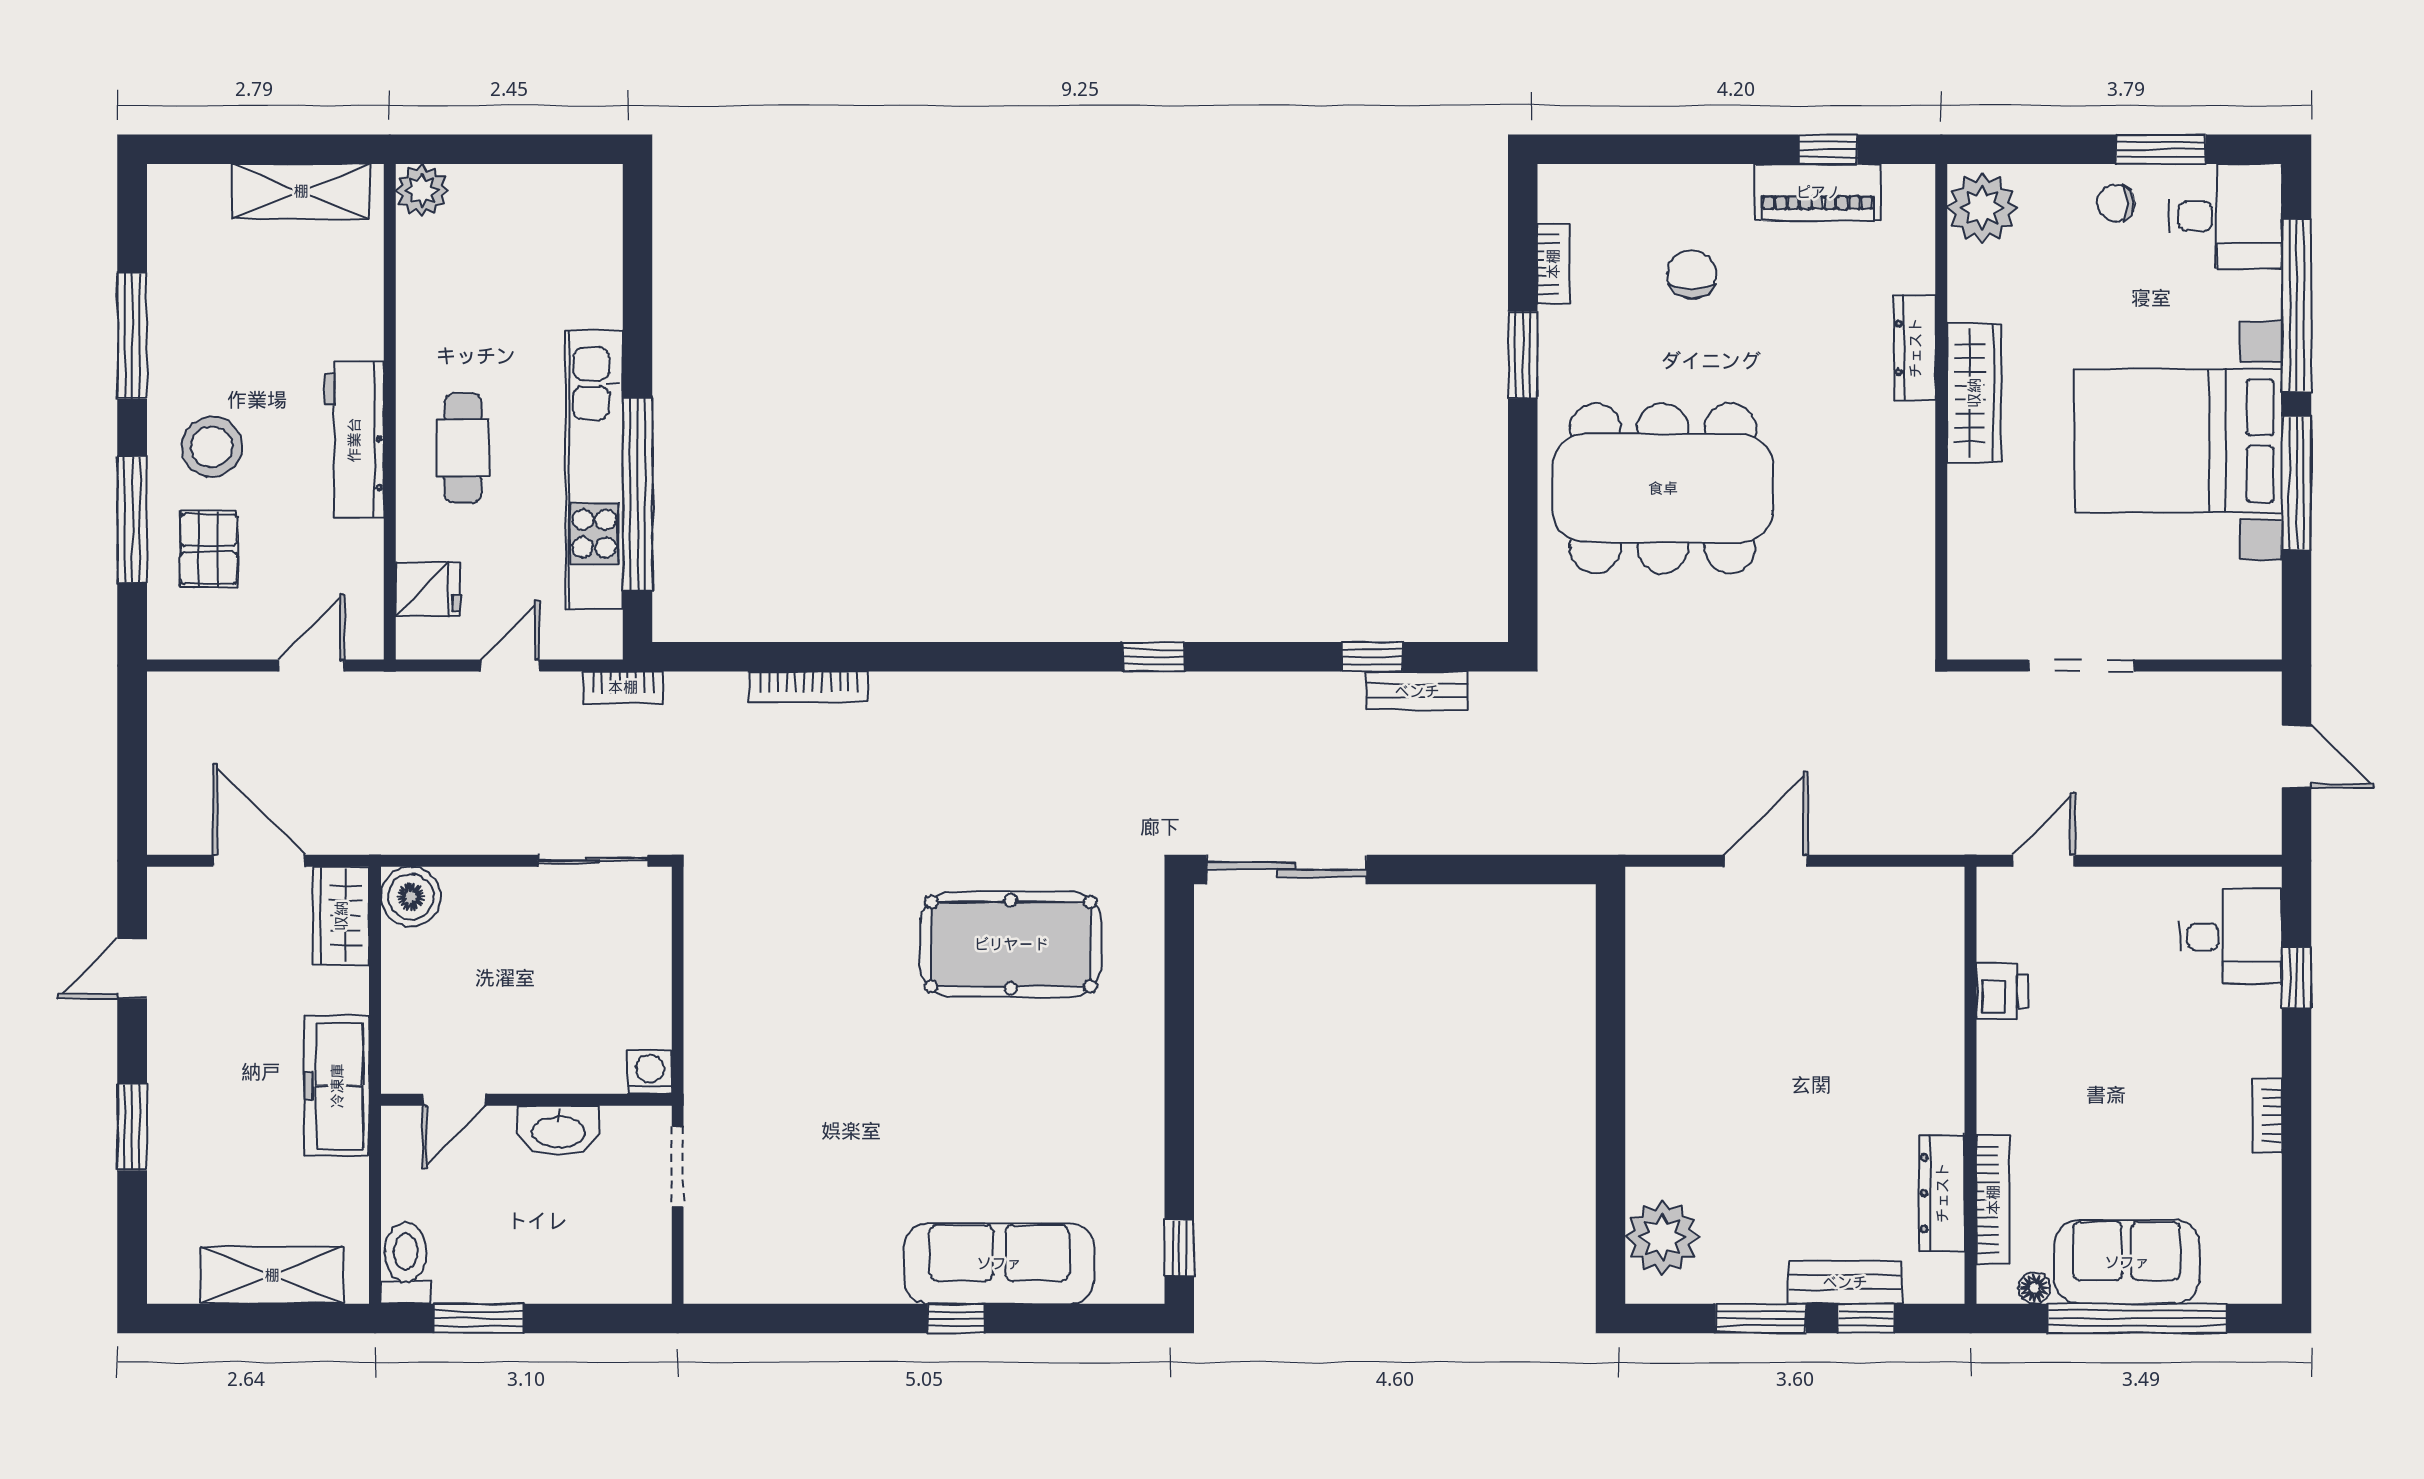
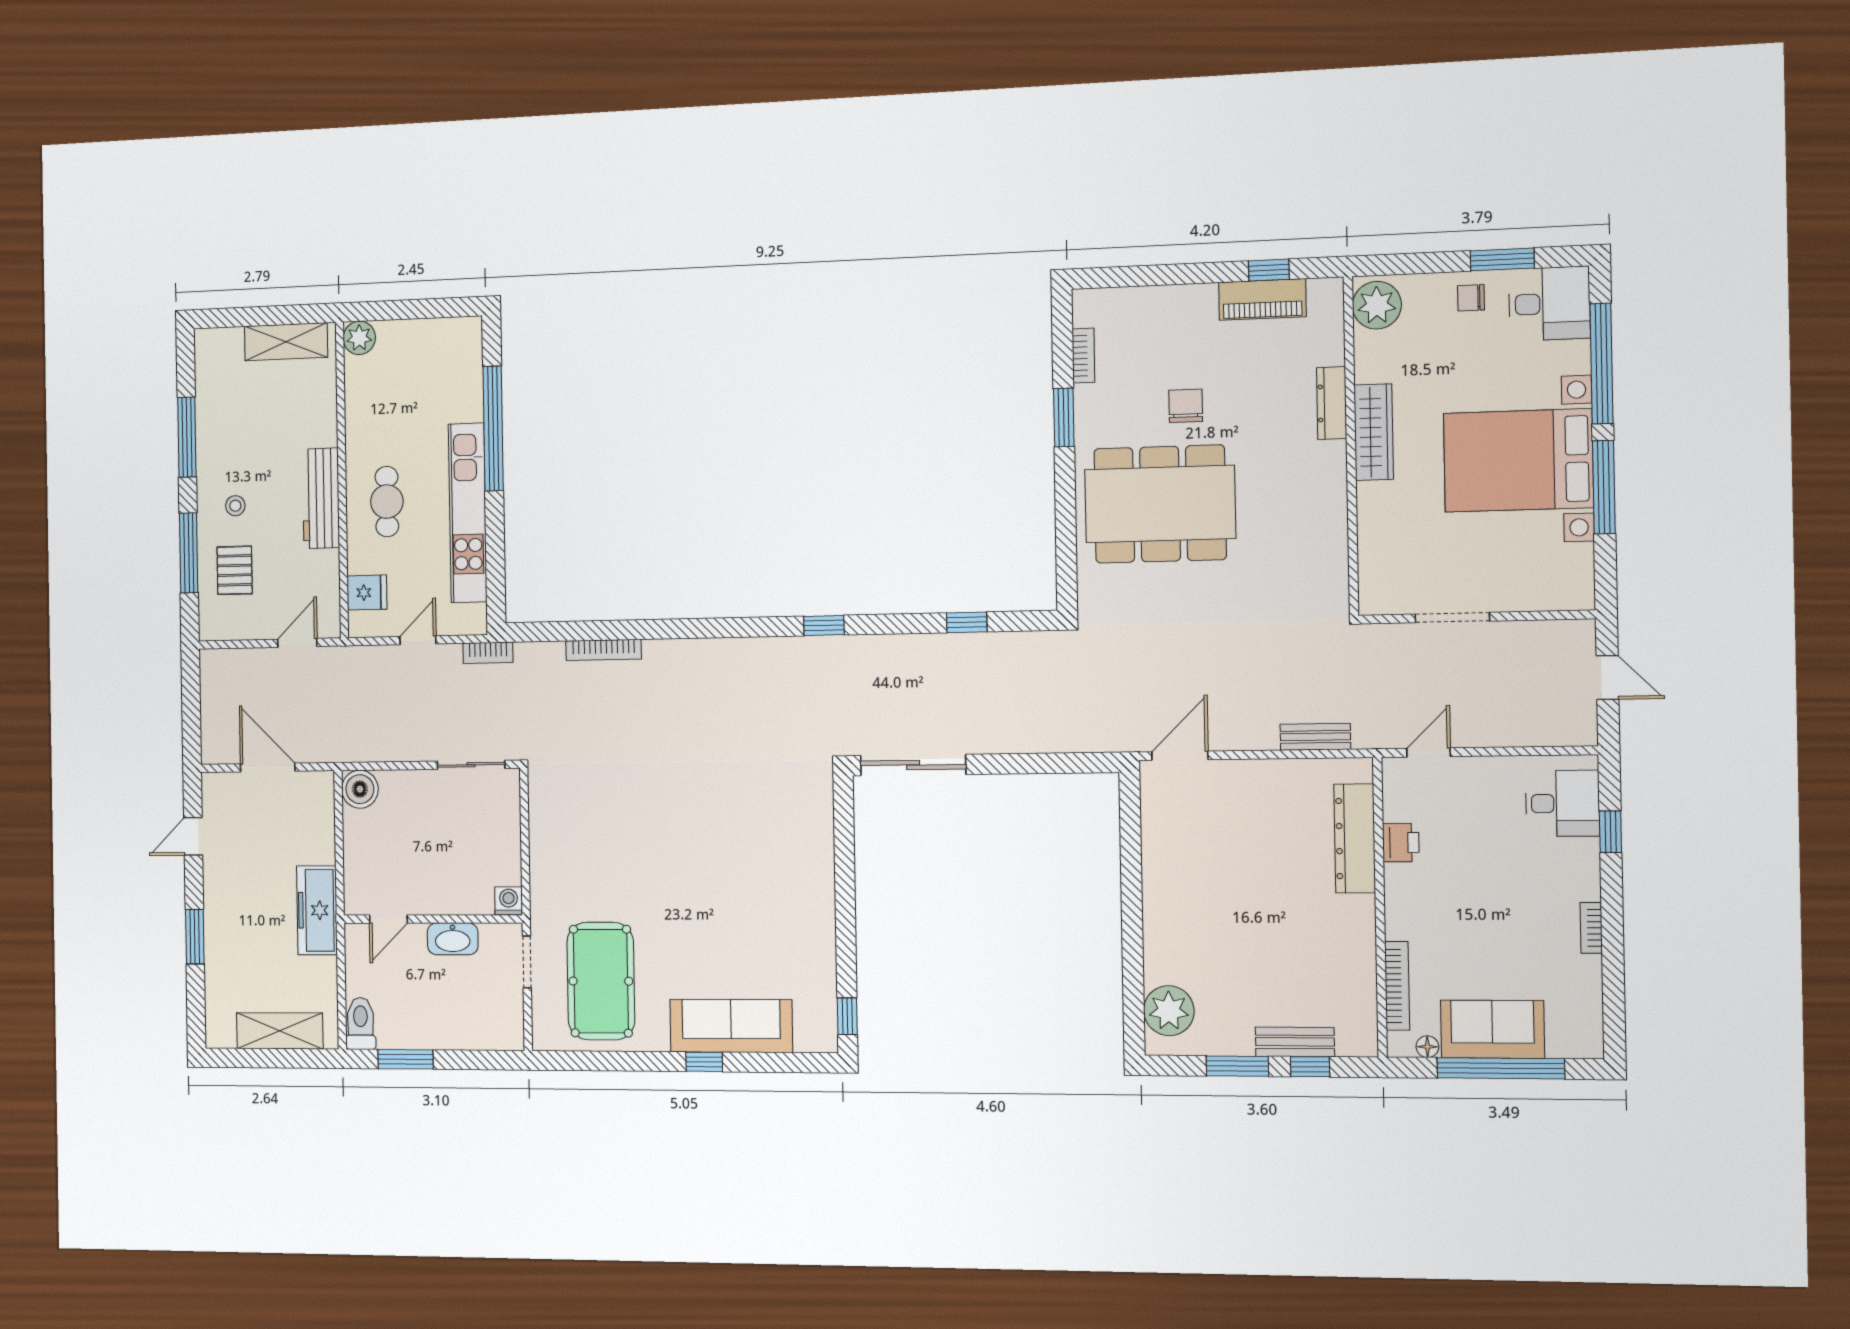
chair: (1692, 274) -> (1186, 406), moved
stool: (212, 447) -> (235, 506), width x0.53, depth x0.53
window: (638, 494) -> (493, 429), moved
bench: (1417, 691) -> (1315, 737), moved
door: (1766, 861) -> (1180, 756), moved
wardrobe: (341, 916) -> (318, 802), removed
pool table: (1011, 944) -> (601, 981), moved, turned 90
dresser: (1942, 1193) -> (1355, 838), moved, width x1.37, depth x1.24

